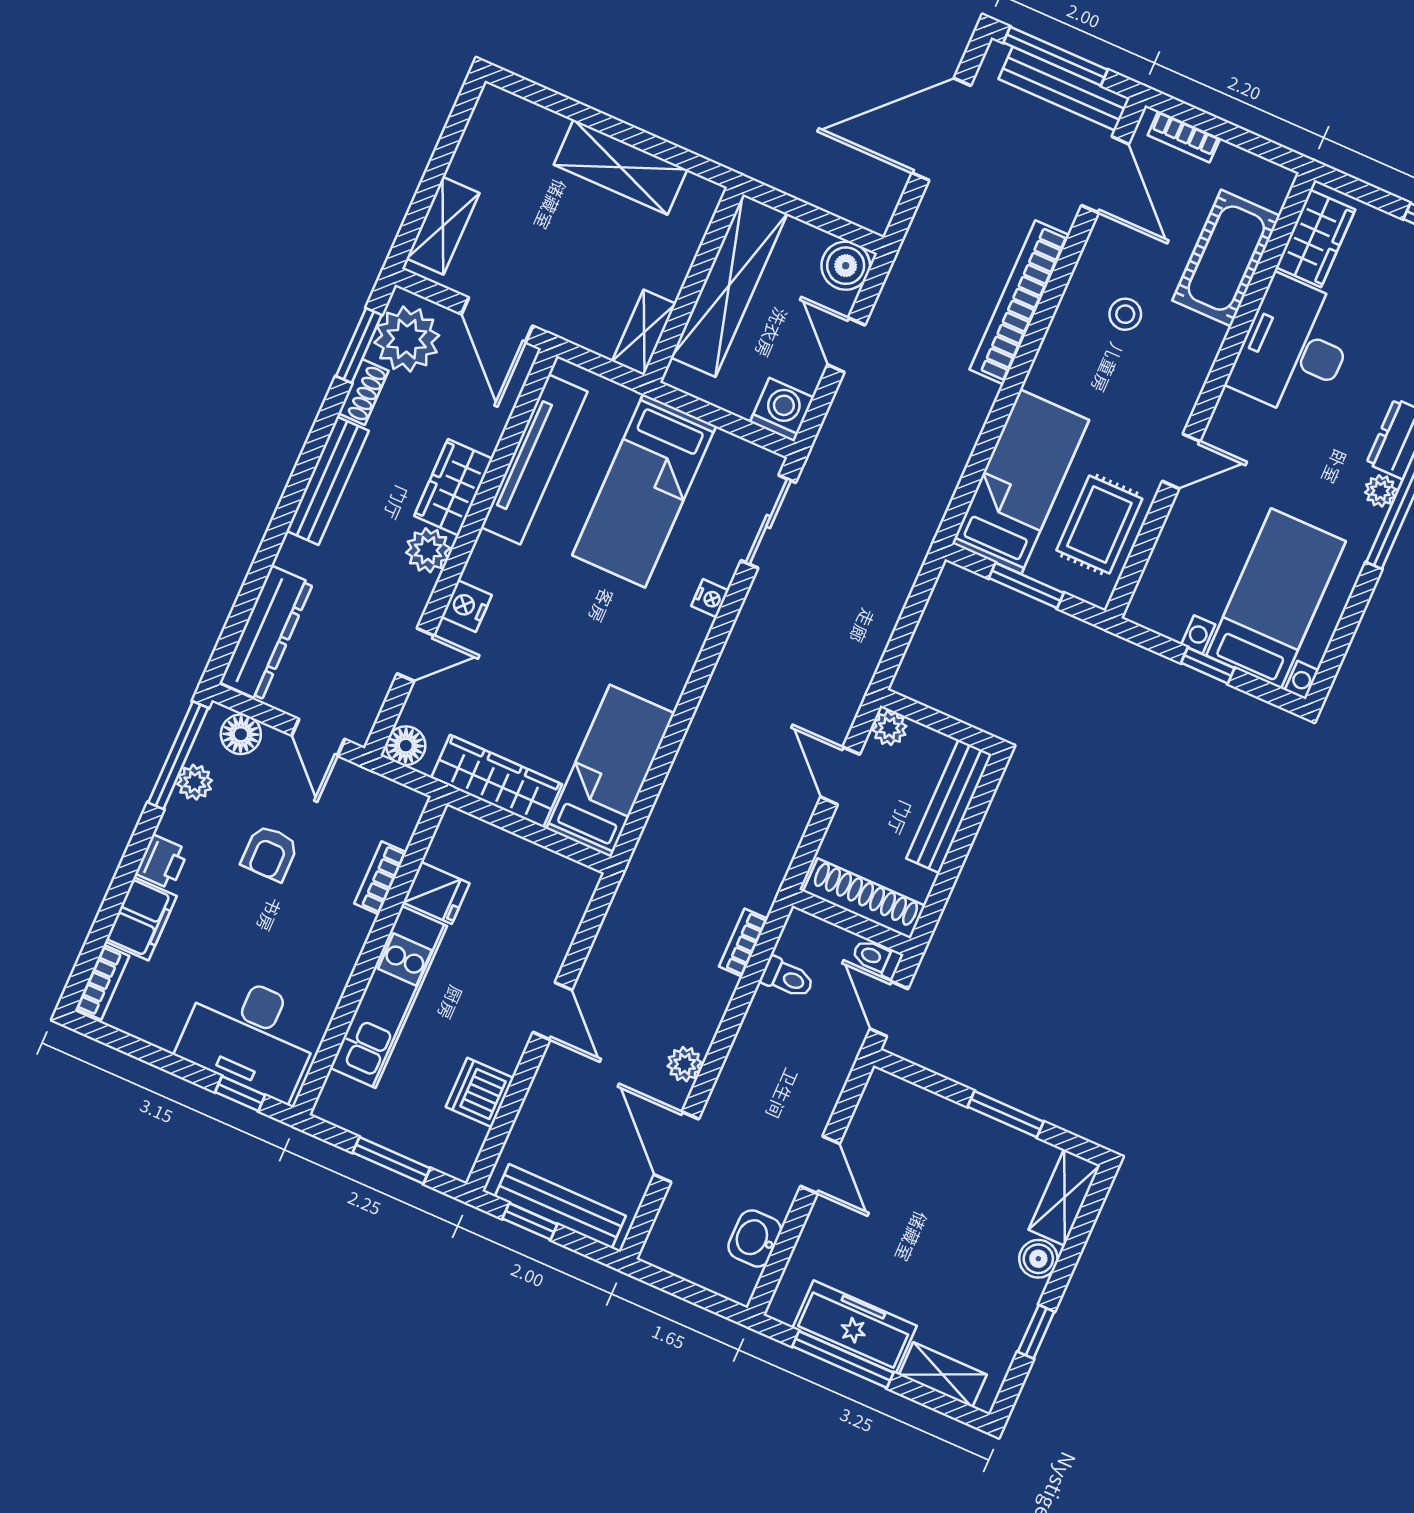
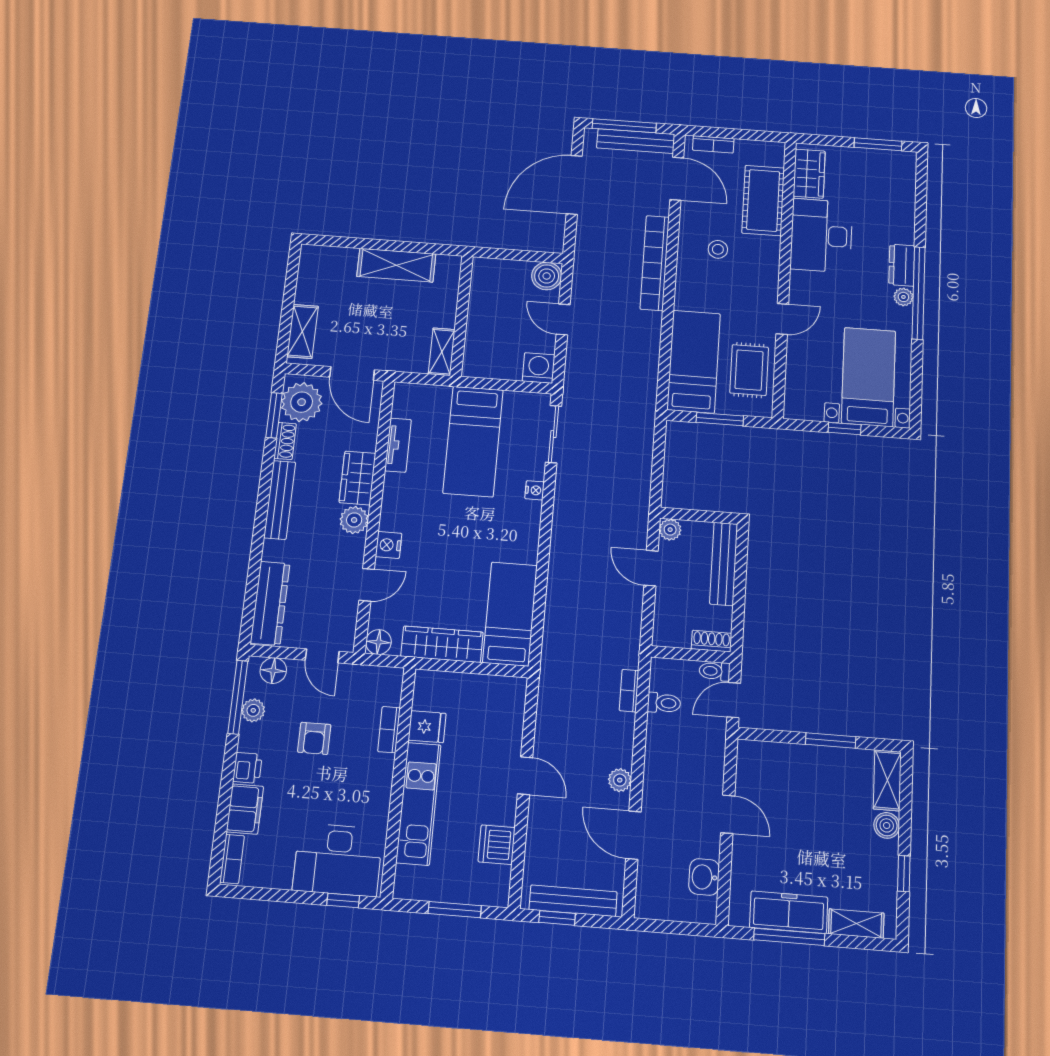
shelving: (729, 286) -> (483, 309), removed
tv unit: (534, 459) -> (398, 445), width x0.52, depth x0.78
shoe rack: (864, 899) -> (712, 641), width x0.51, depth x0.81
door: (889, 1009) -> (734, 700), hinge flipped

